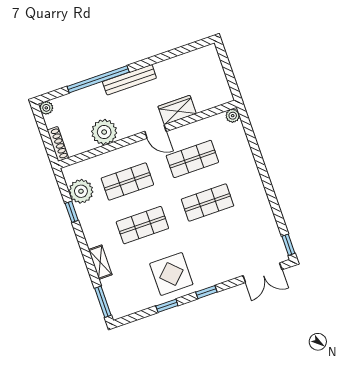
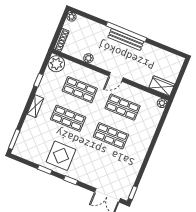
window: (98, 79) -> (126, 32), moved
wardrobe: (177, 110) -> (162, 86), moved
door: (155, 131) -> (116, 77), hinge flipped
plant: (104, 132) -> (88, 58), width x0.53, depth x0.53
plant: (81, 191) -> (56, 64), moved
shelving: (100, 262) -> (35, 106), moved

